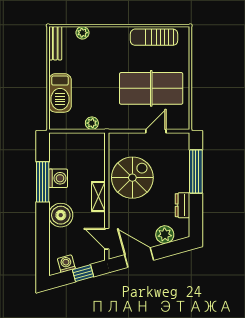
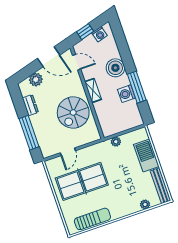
bench: (55, 43) -> (160, 186), width x1.36

